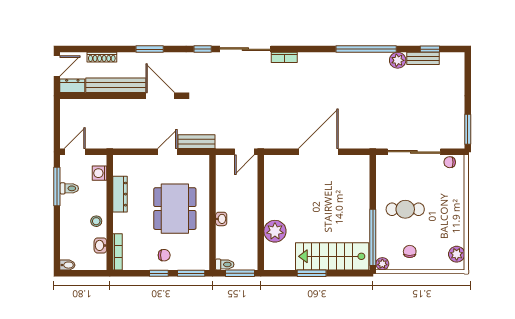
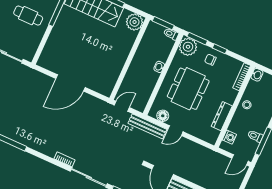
bench: (196, 142) -> (147, 126), width x1.36
floor lamp: (191, 163) -> (163, 116), added
plant: (275, 231) -> (135, 22), moved
washbasin: (100, 245) -> (257, 75), moved
plant: (198, 258) -> (188, 47), added

